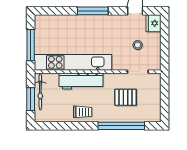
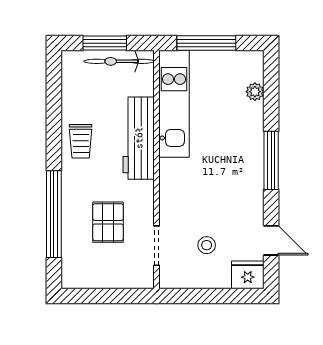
plant: (56, 19) -> (255, 92), added
kitchen unit: (73, 62) -> (174, 104), width x0.73

